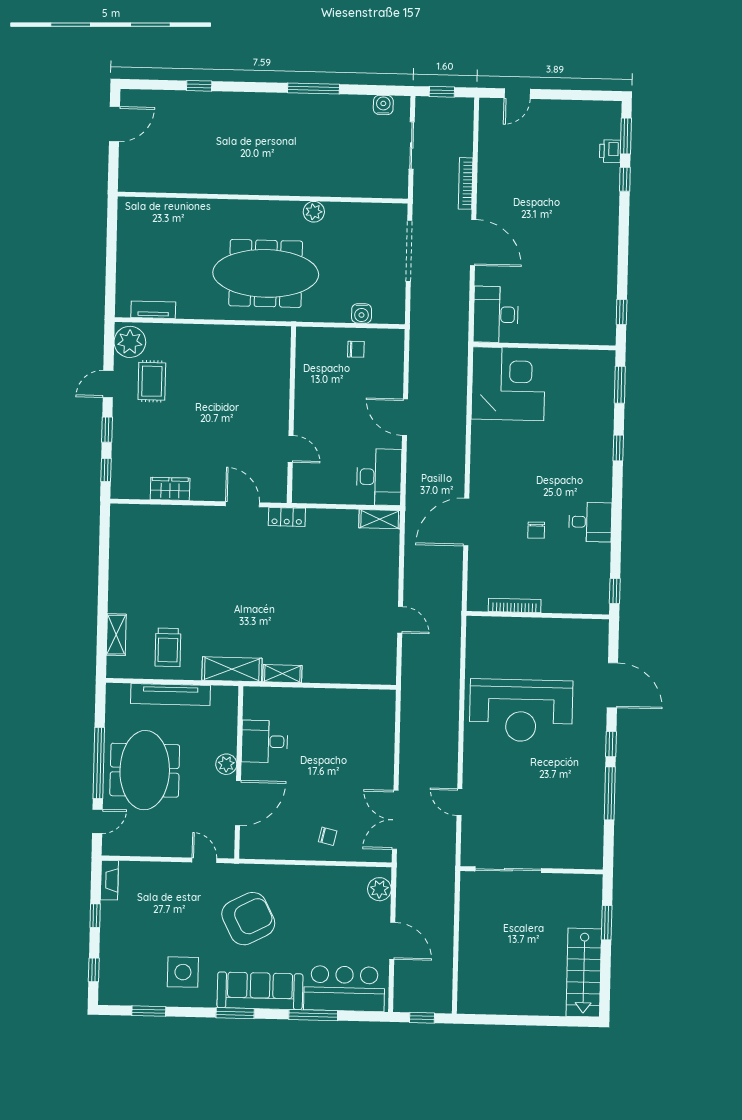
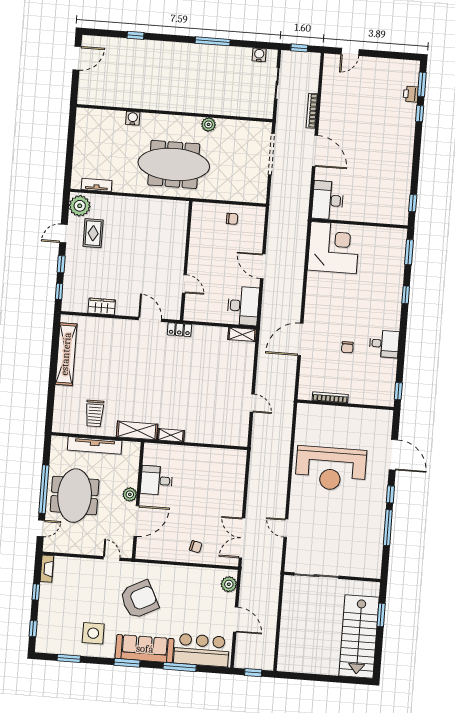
water cooler: (362, 313) -> (133, 118), moved, turned 180
shelving: (116, 635) -> (66, 354), moved, width x2.20, depth x1.33
stairs: (584, 973) -> (359, 636), width x1.36, depth x1.51

